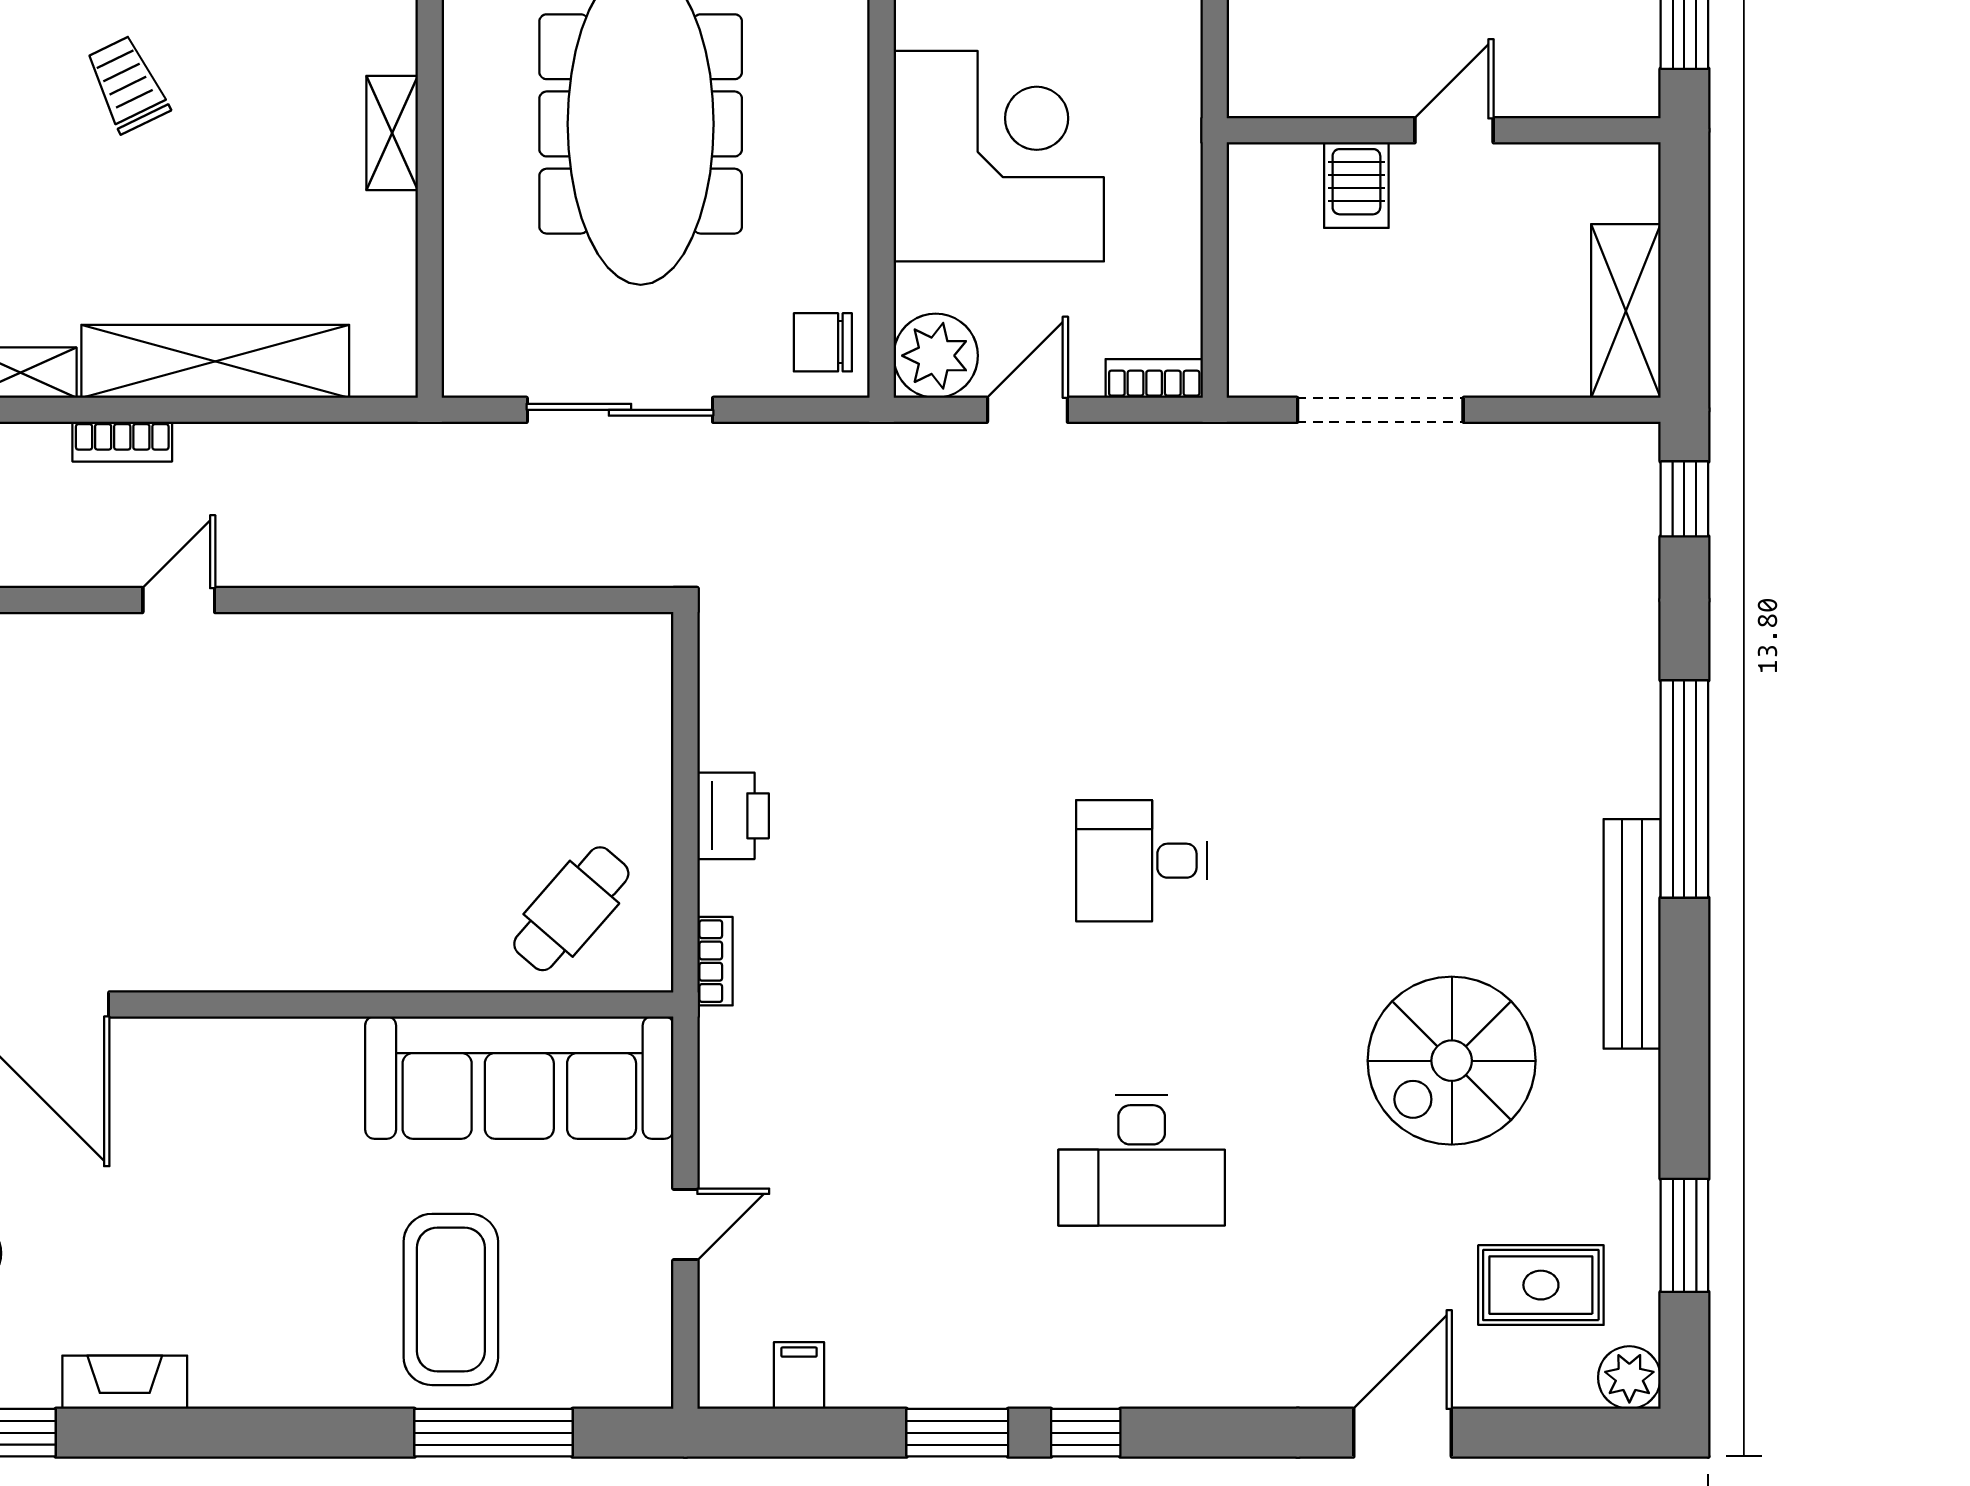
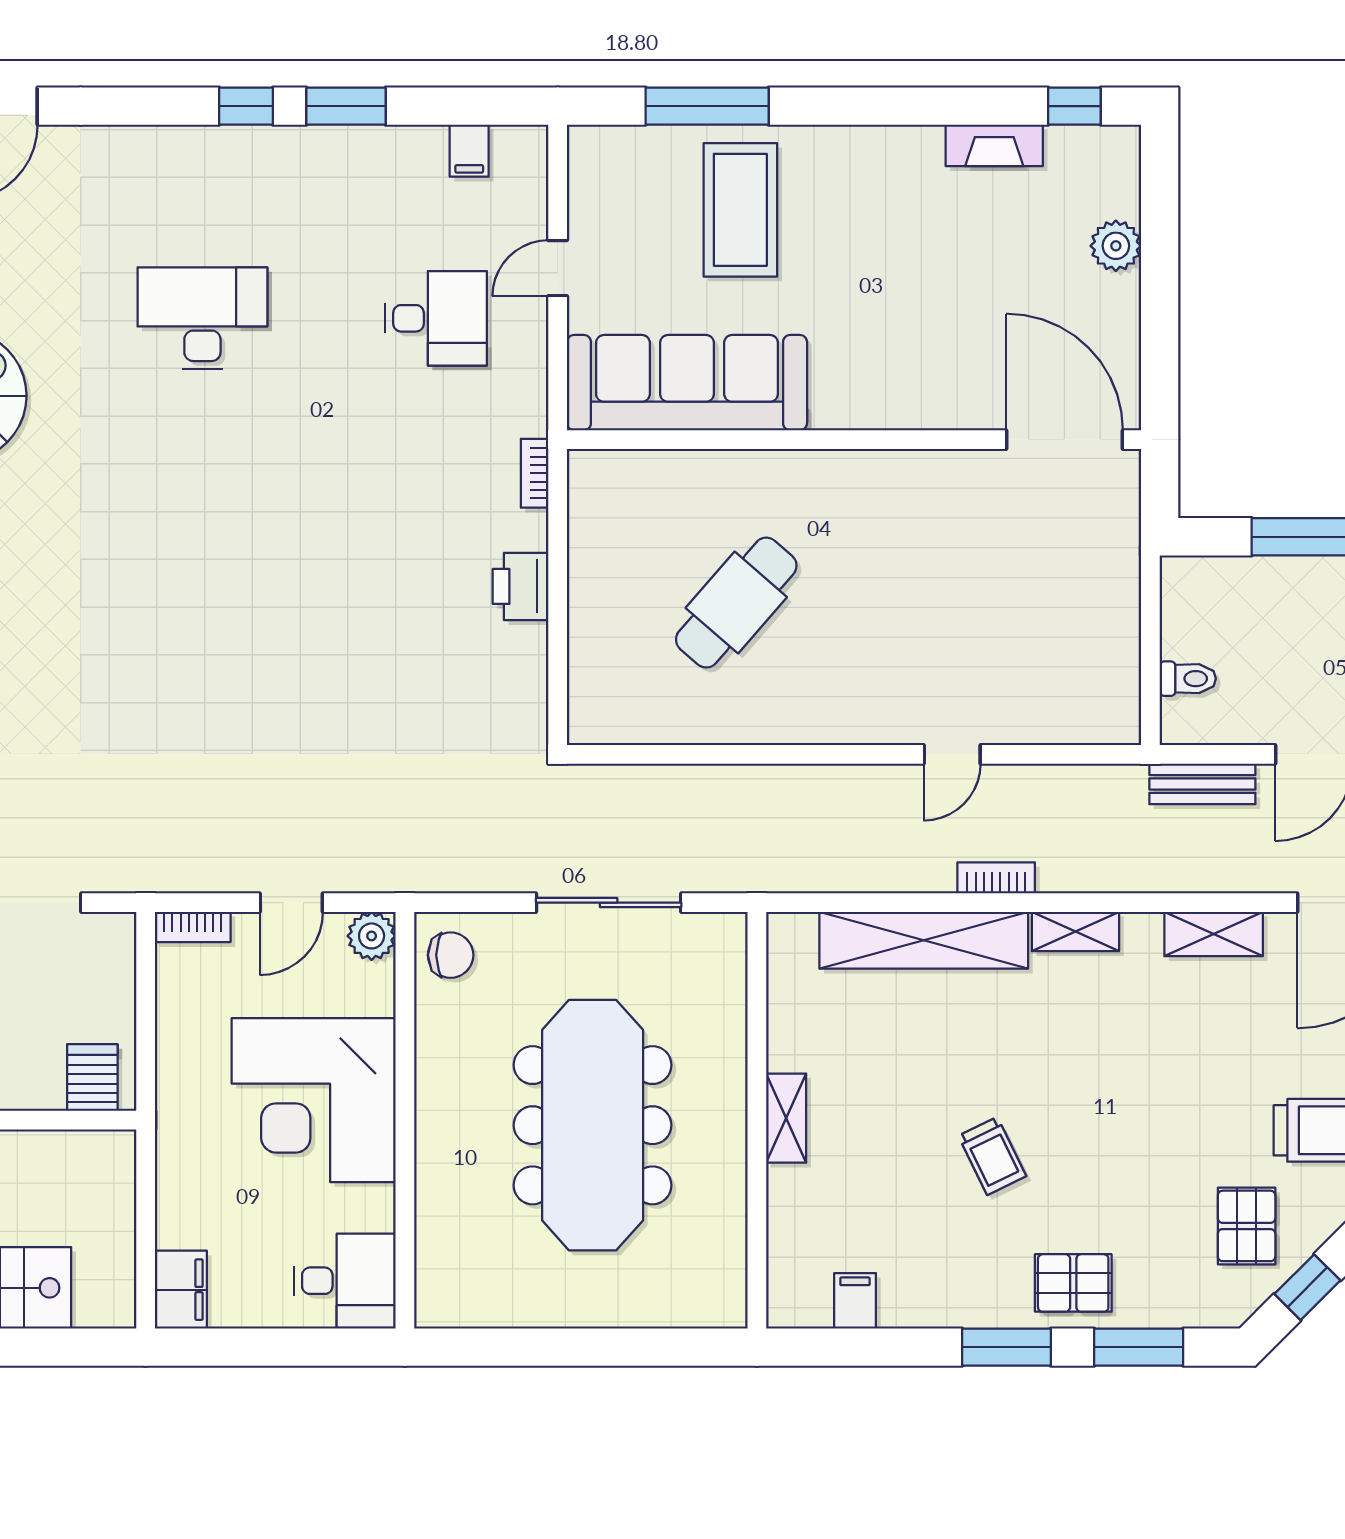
server rack: (1356, 185) -> (92, 1078), moved
plant: (936, 356) -> (372, 936), width x0.73, depth x0.73
desk: (1142, 861) -> (436, 318), moved
cafe table: (571, 909) -> (736, 603), moved, width x1.37, depth x1.35

